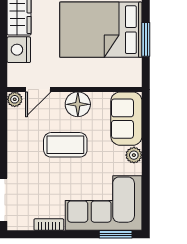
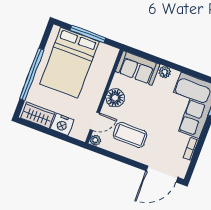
window: (146, 39) -> (88, 34), width x1.44
door: (38, 90) -> (95, 121), hinge flipped
coffee table: (65, 145) -> (130, 135), moved, turned 90

